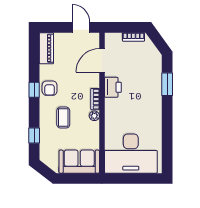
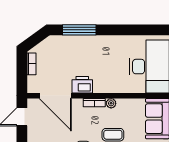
door: (102, 60) -> (55, 96), width x1.36
window: (167, 84) -> (79, 30), width x1.44

